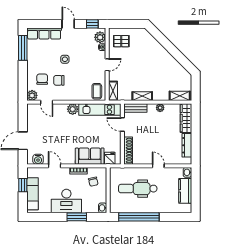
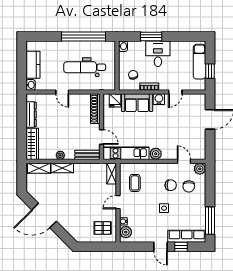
window: (92, 24) -> (181, 247), moved
door: (175, 52) -> (44, 216), added
coffee table: (97, 91) -> (135, 183), moved
shelving: (142, 96) -> (62, 168), moved
water cooler: (38, 159) -> (159, 99), moved
door: (55, 166) -> (175, 92), hinge flipped
dental chair: (138, 189) -> (85, 67), turned 180
desk: (66, 201) -> (158, 54), width x0.73

